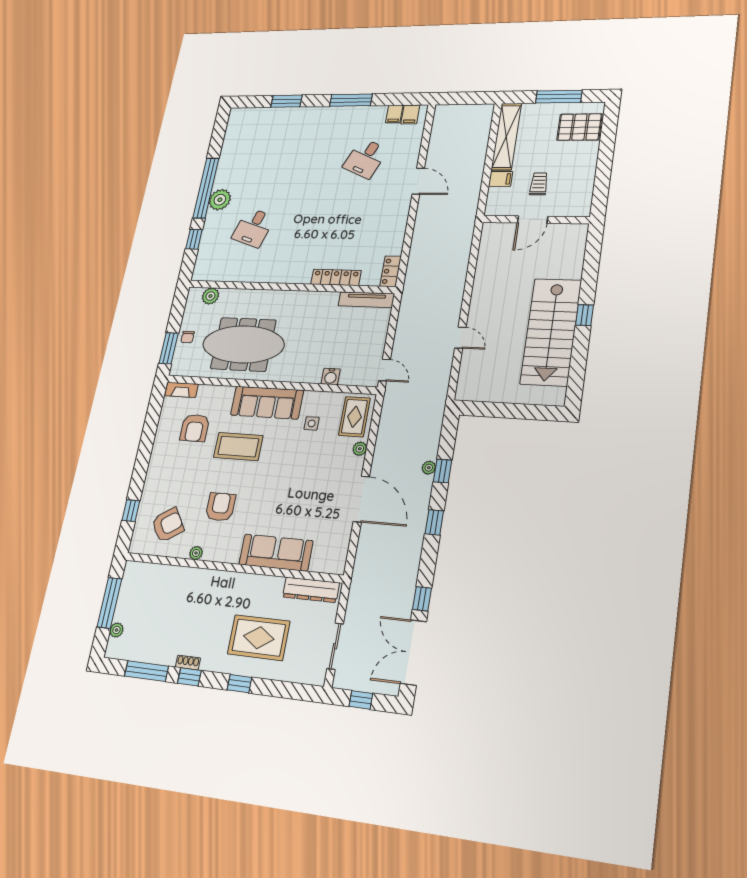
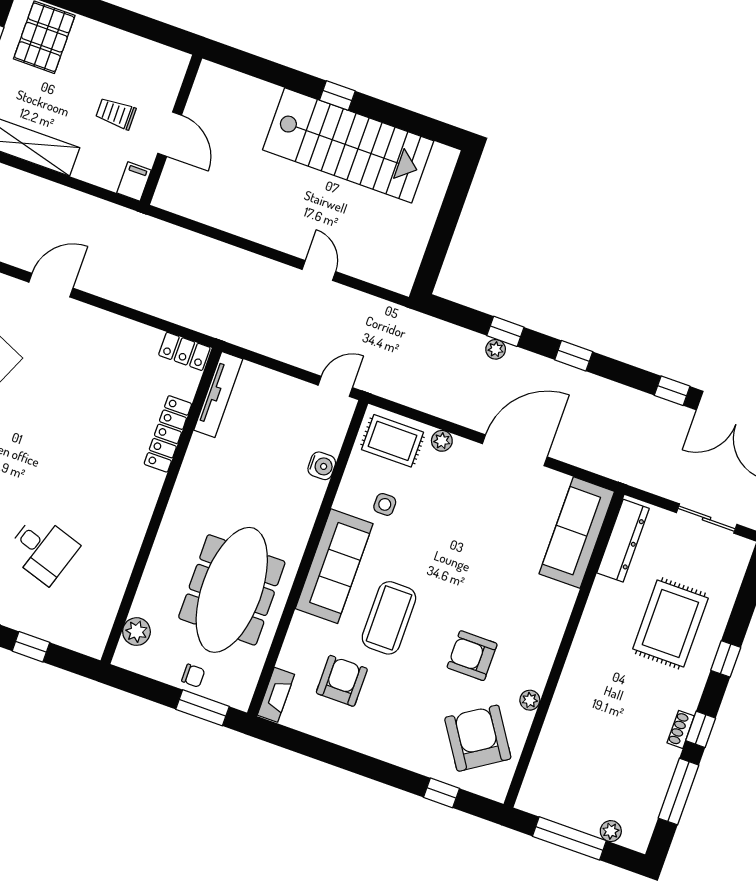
filing cabinet: (501, 179) -> (134, 182), moved
door: (460, 338) -> (319, 270), hinge flipped
armchair: (195, 428) -> (342, 681), turned -90
armchair: (168, 525) -> (478, 738), width x1.36, depth x1.36
sofa: (276, 553) -> (577, 533), moved

